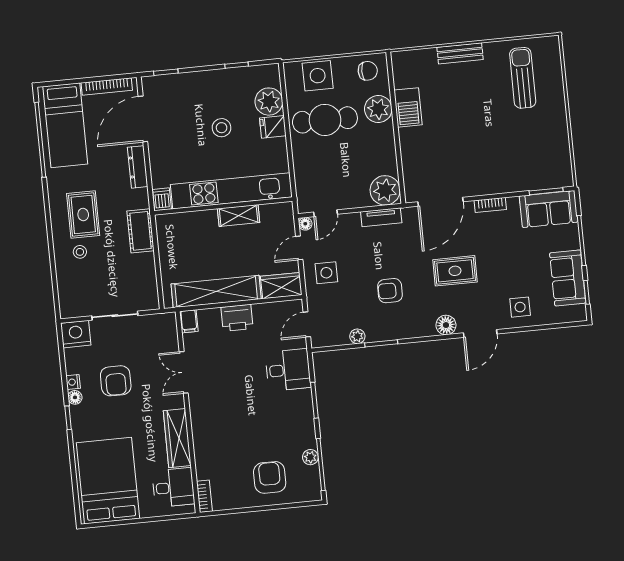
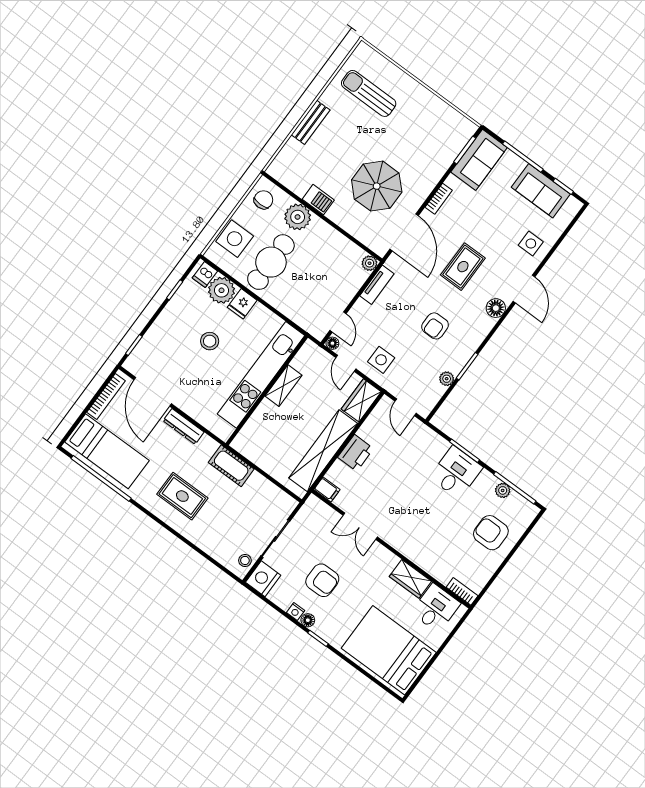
barbecue: (408, 107) -> (318, 200), width x0.73, depth x0.79
parasol: (457, 148) -> (377, 186), added
plant: (385, 190) -> (370, 263), width x0.53, depth x0.53
dishwasher: (162, 199) -> (205, 275), moved, turned -90
stool: (80, 252) -> (245, 560), moved
desk: (288, 370) -> (456, 472), moved
wardrobe: (177, 438) -> (410, 579), width x0.67

